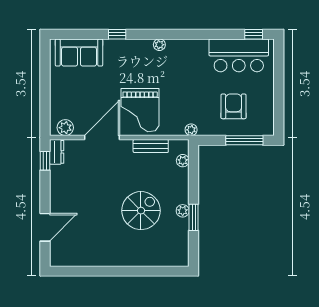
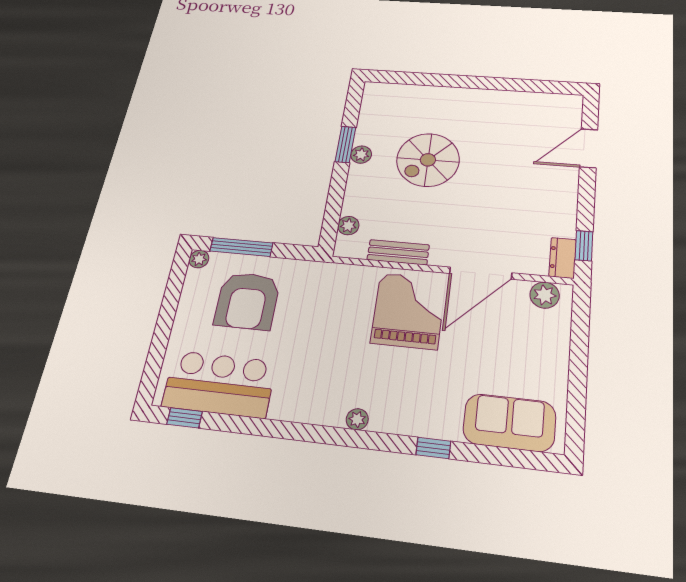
armchair: (234, 106) -> (247, 301), width x1.36, depth x1.36
plant: (191, 130) -> (199, 259), moved

